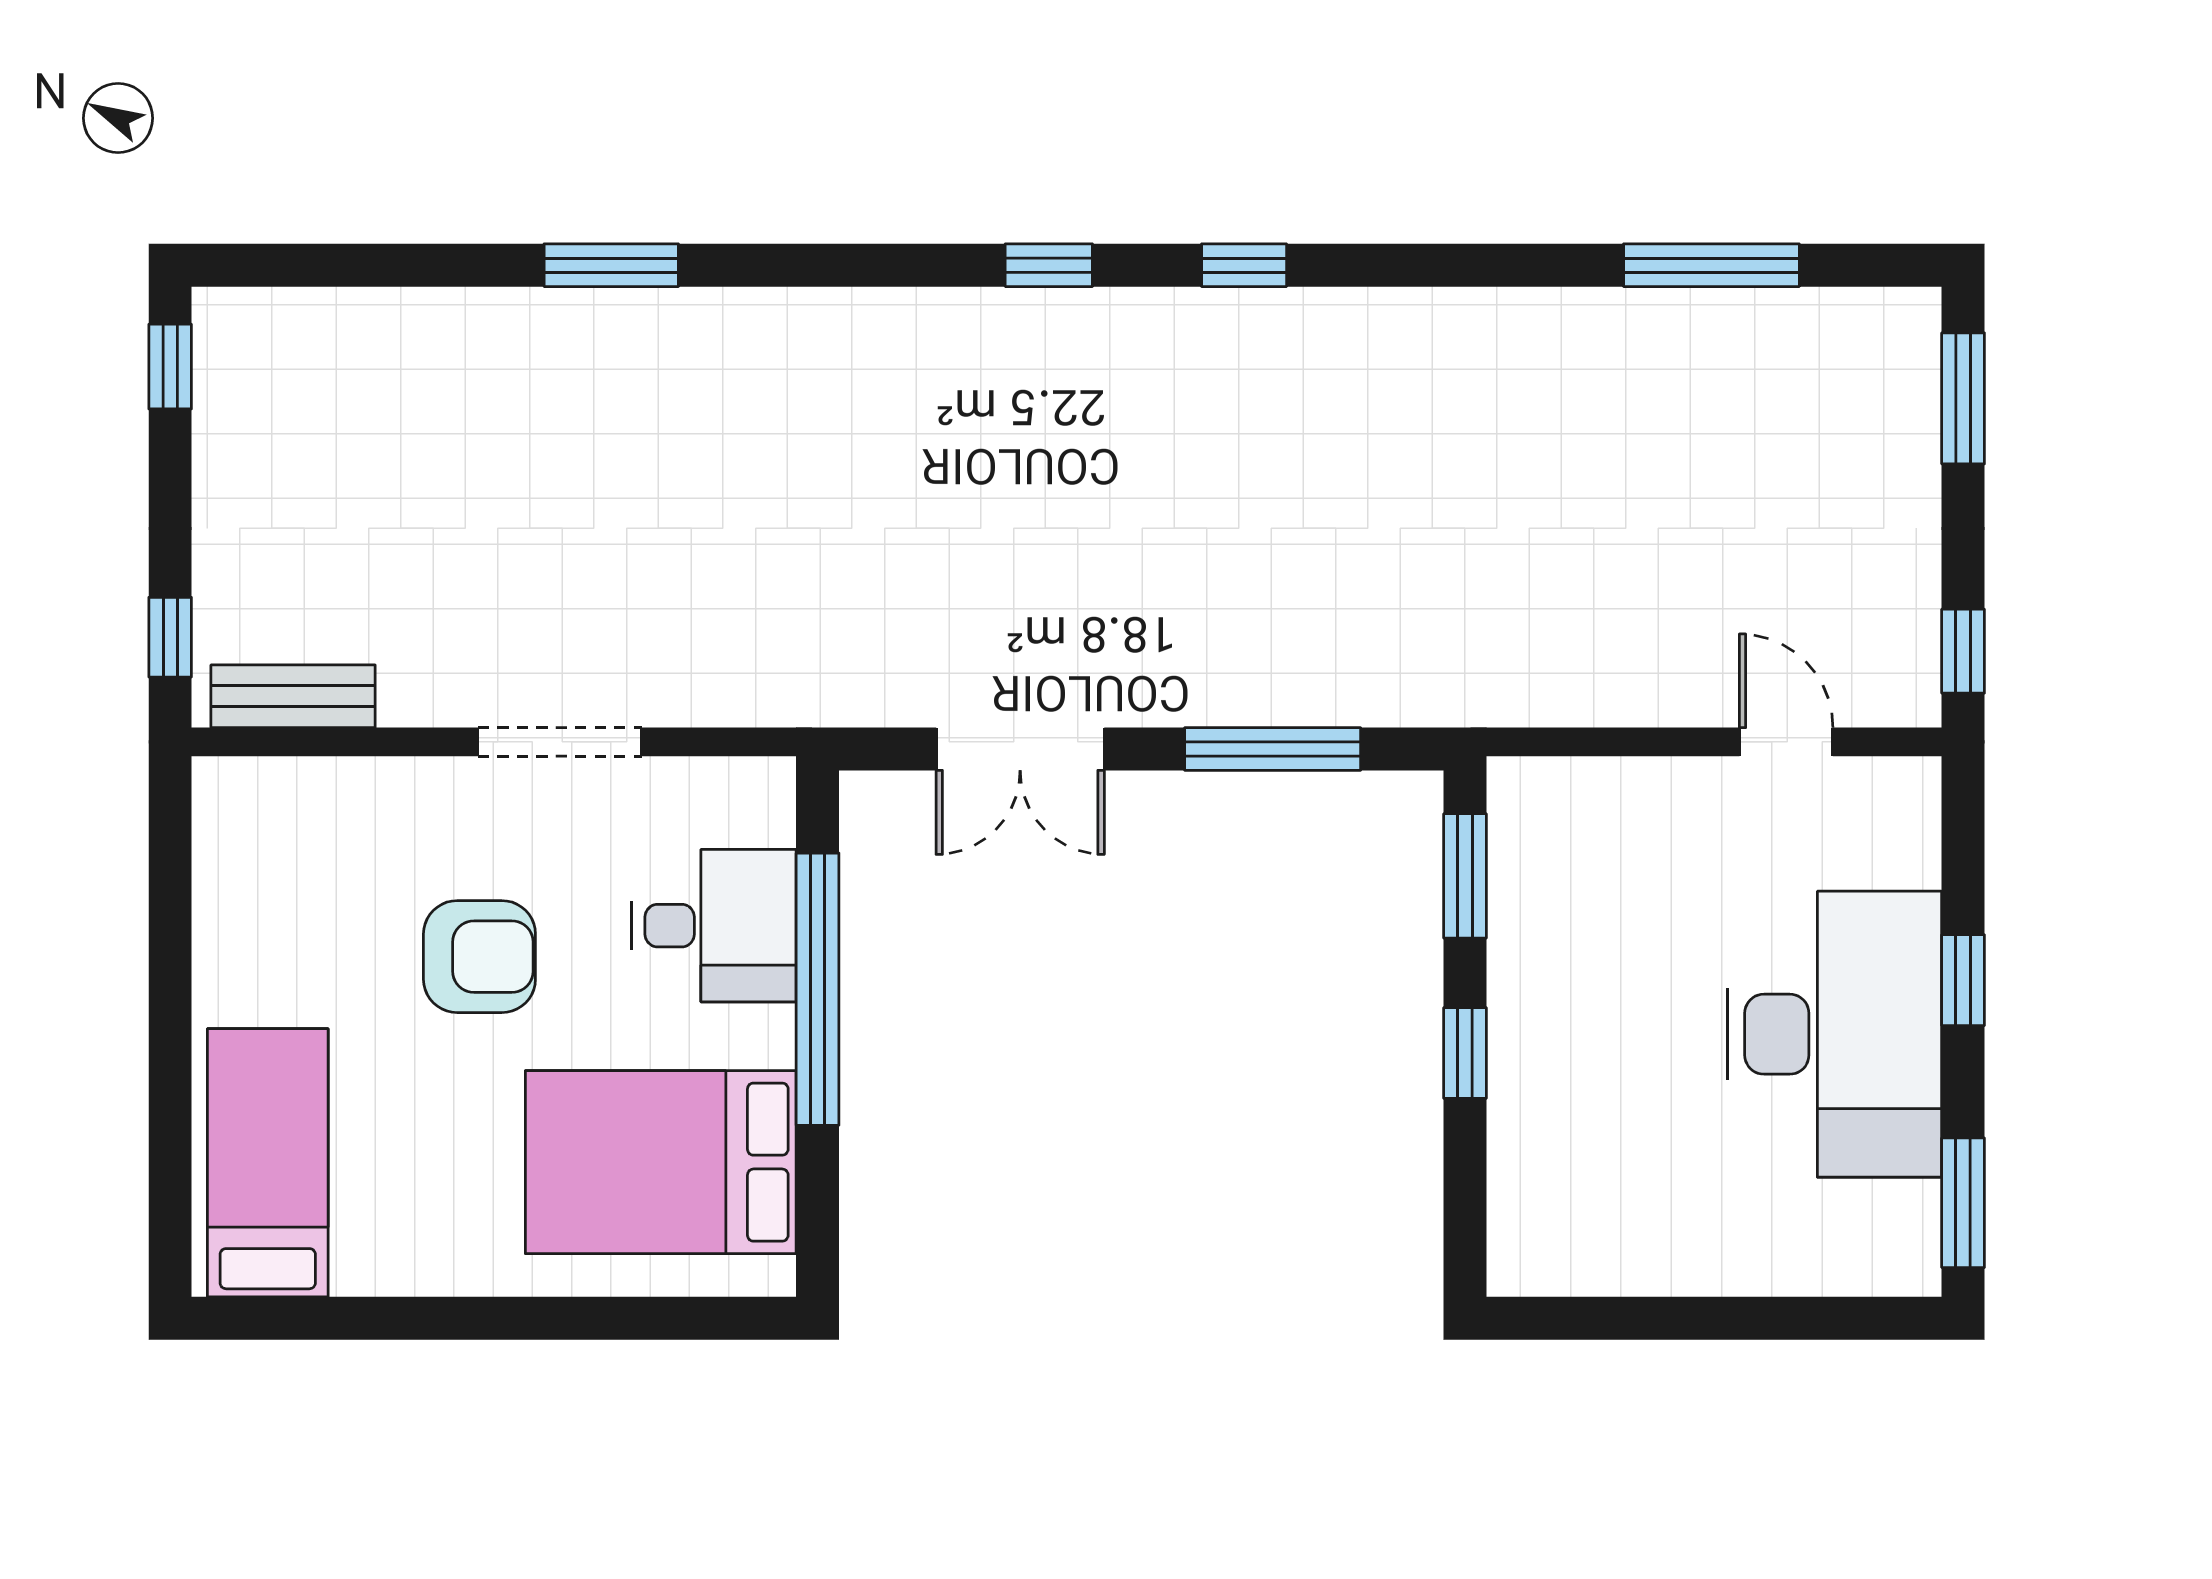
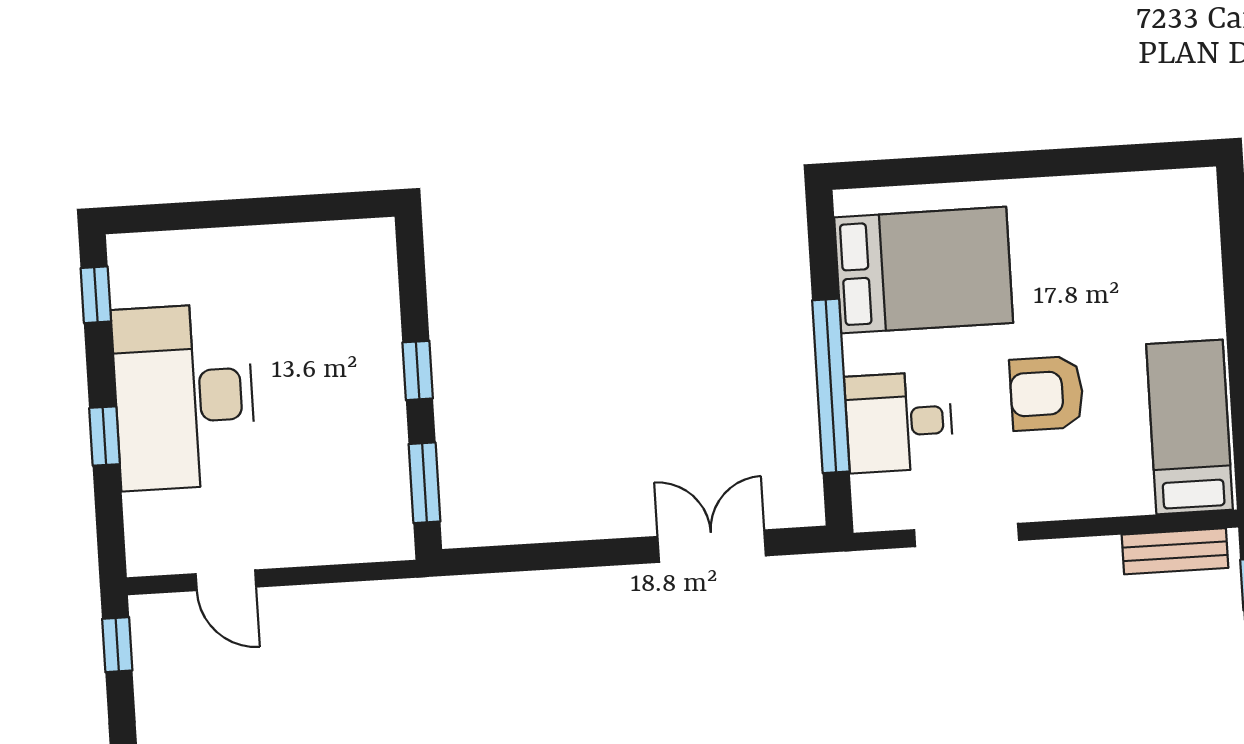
doorway: (560, 742) -> (967, 535), moved
window: (1273, 749) -> (552, 556), removed
bed: (268, 1163) -> (1190, 427), moved, turned 180
window: (1963, 1203) -> (96, 295), width x0.67

